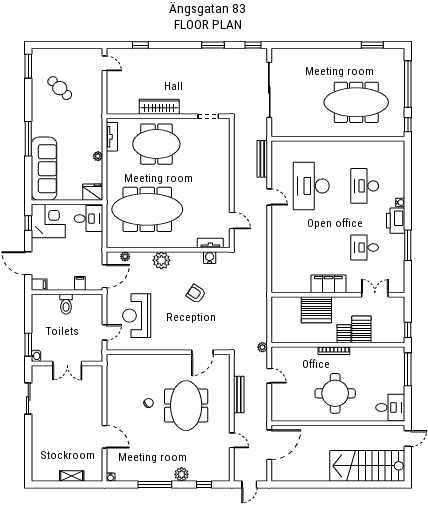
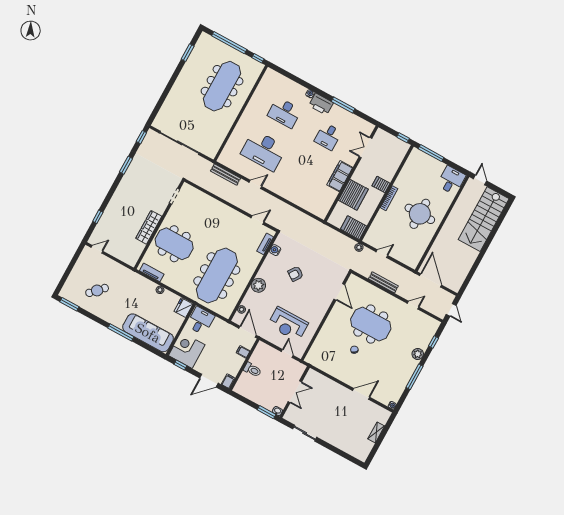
meeting table: (156, 144) -> (174, 244), turned 90
server rack: (361, 329) -> (353, 228), moved

